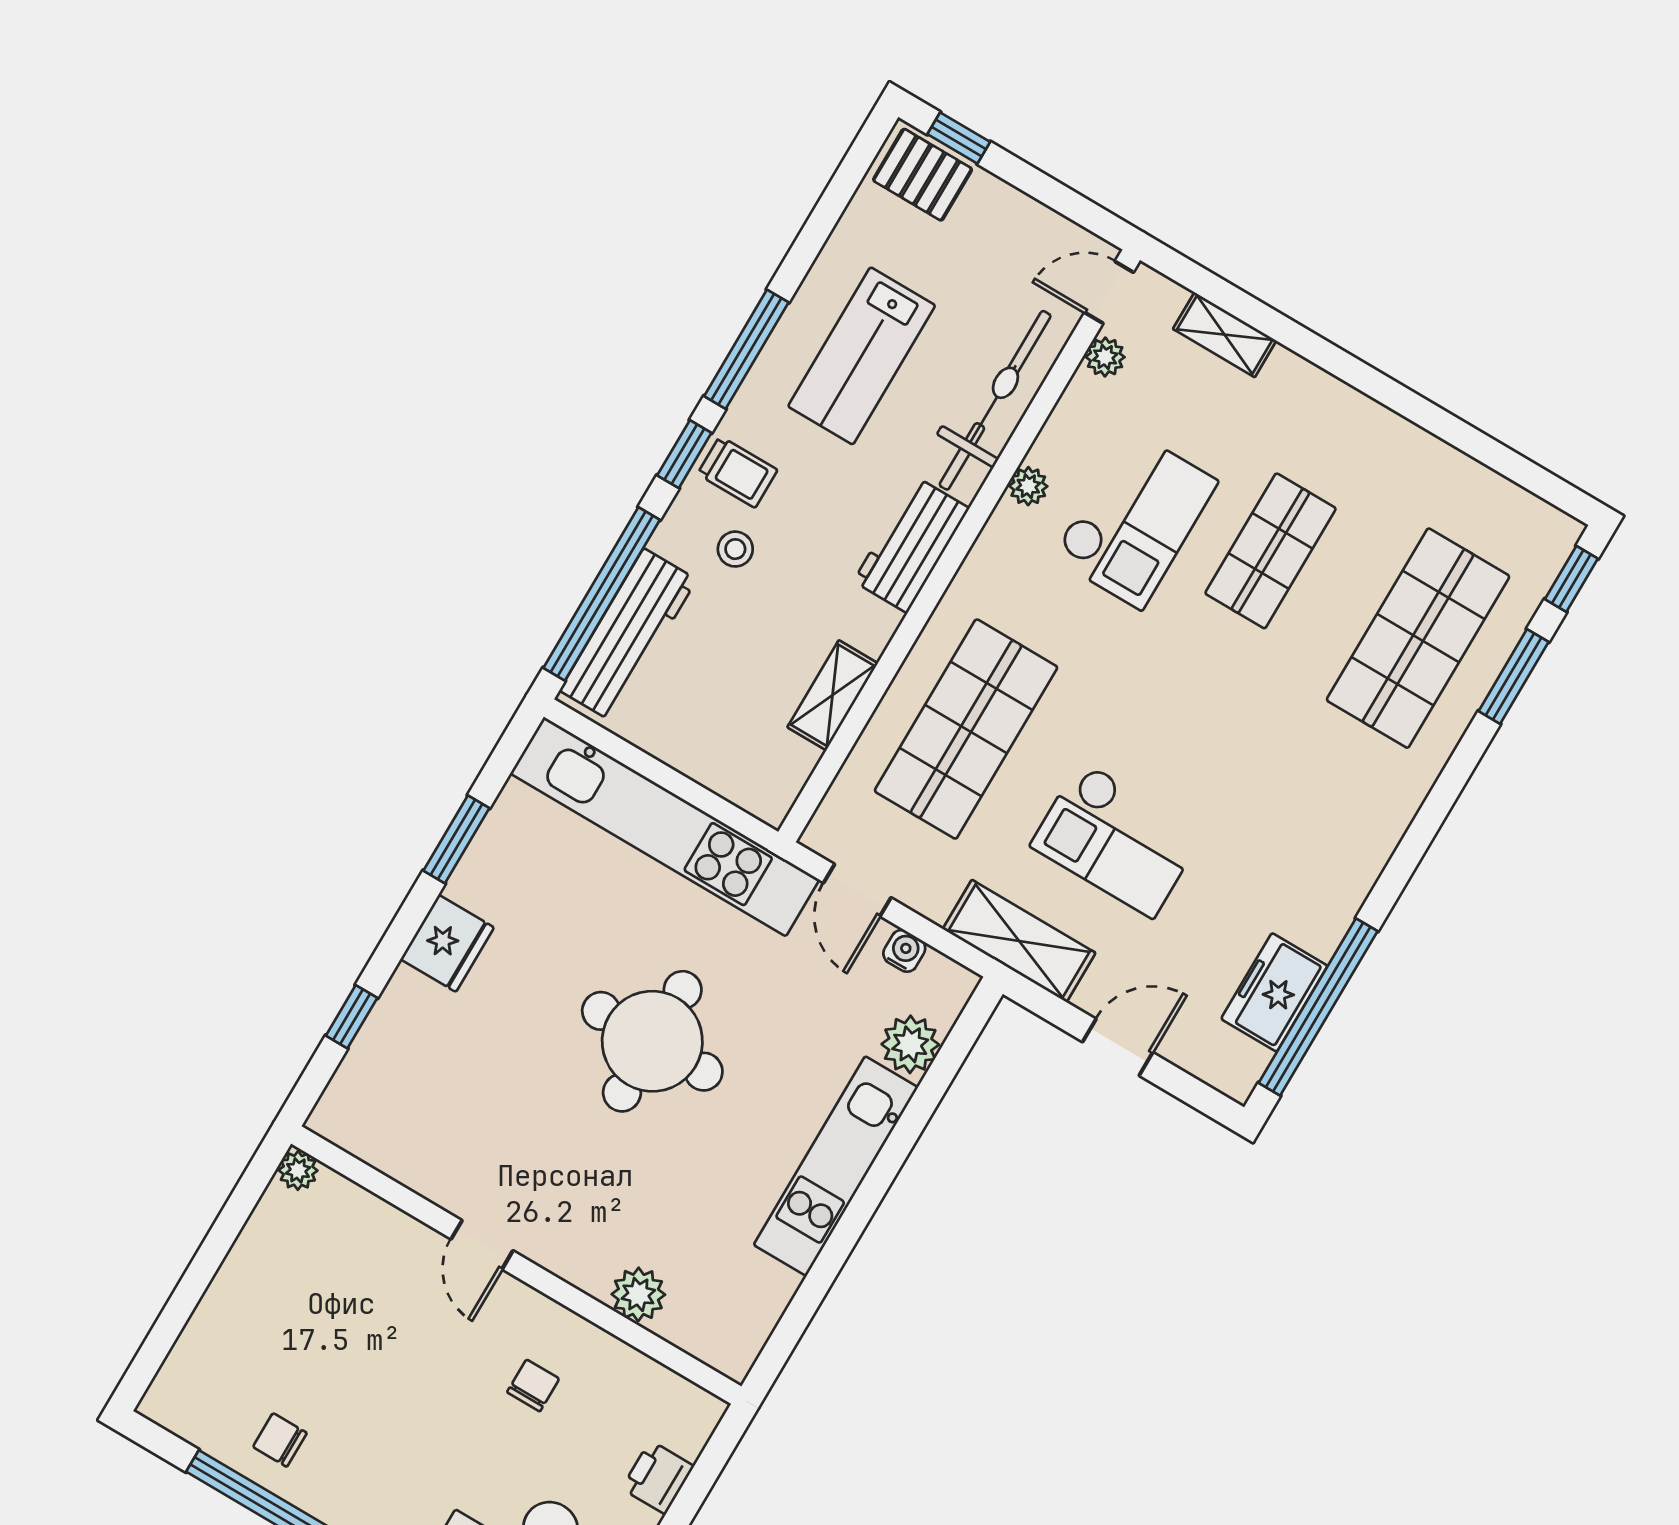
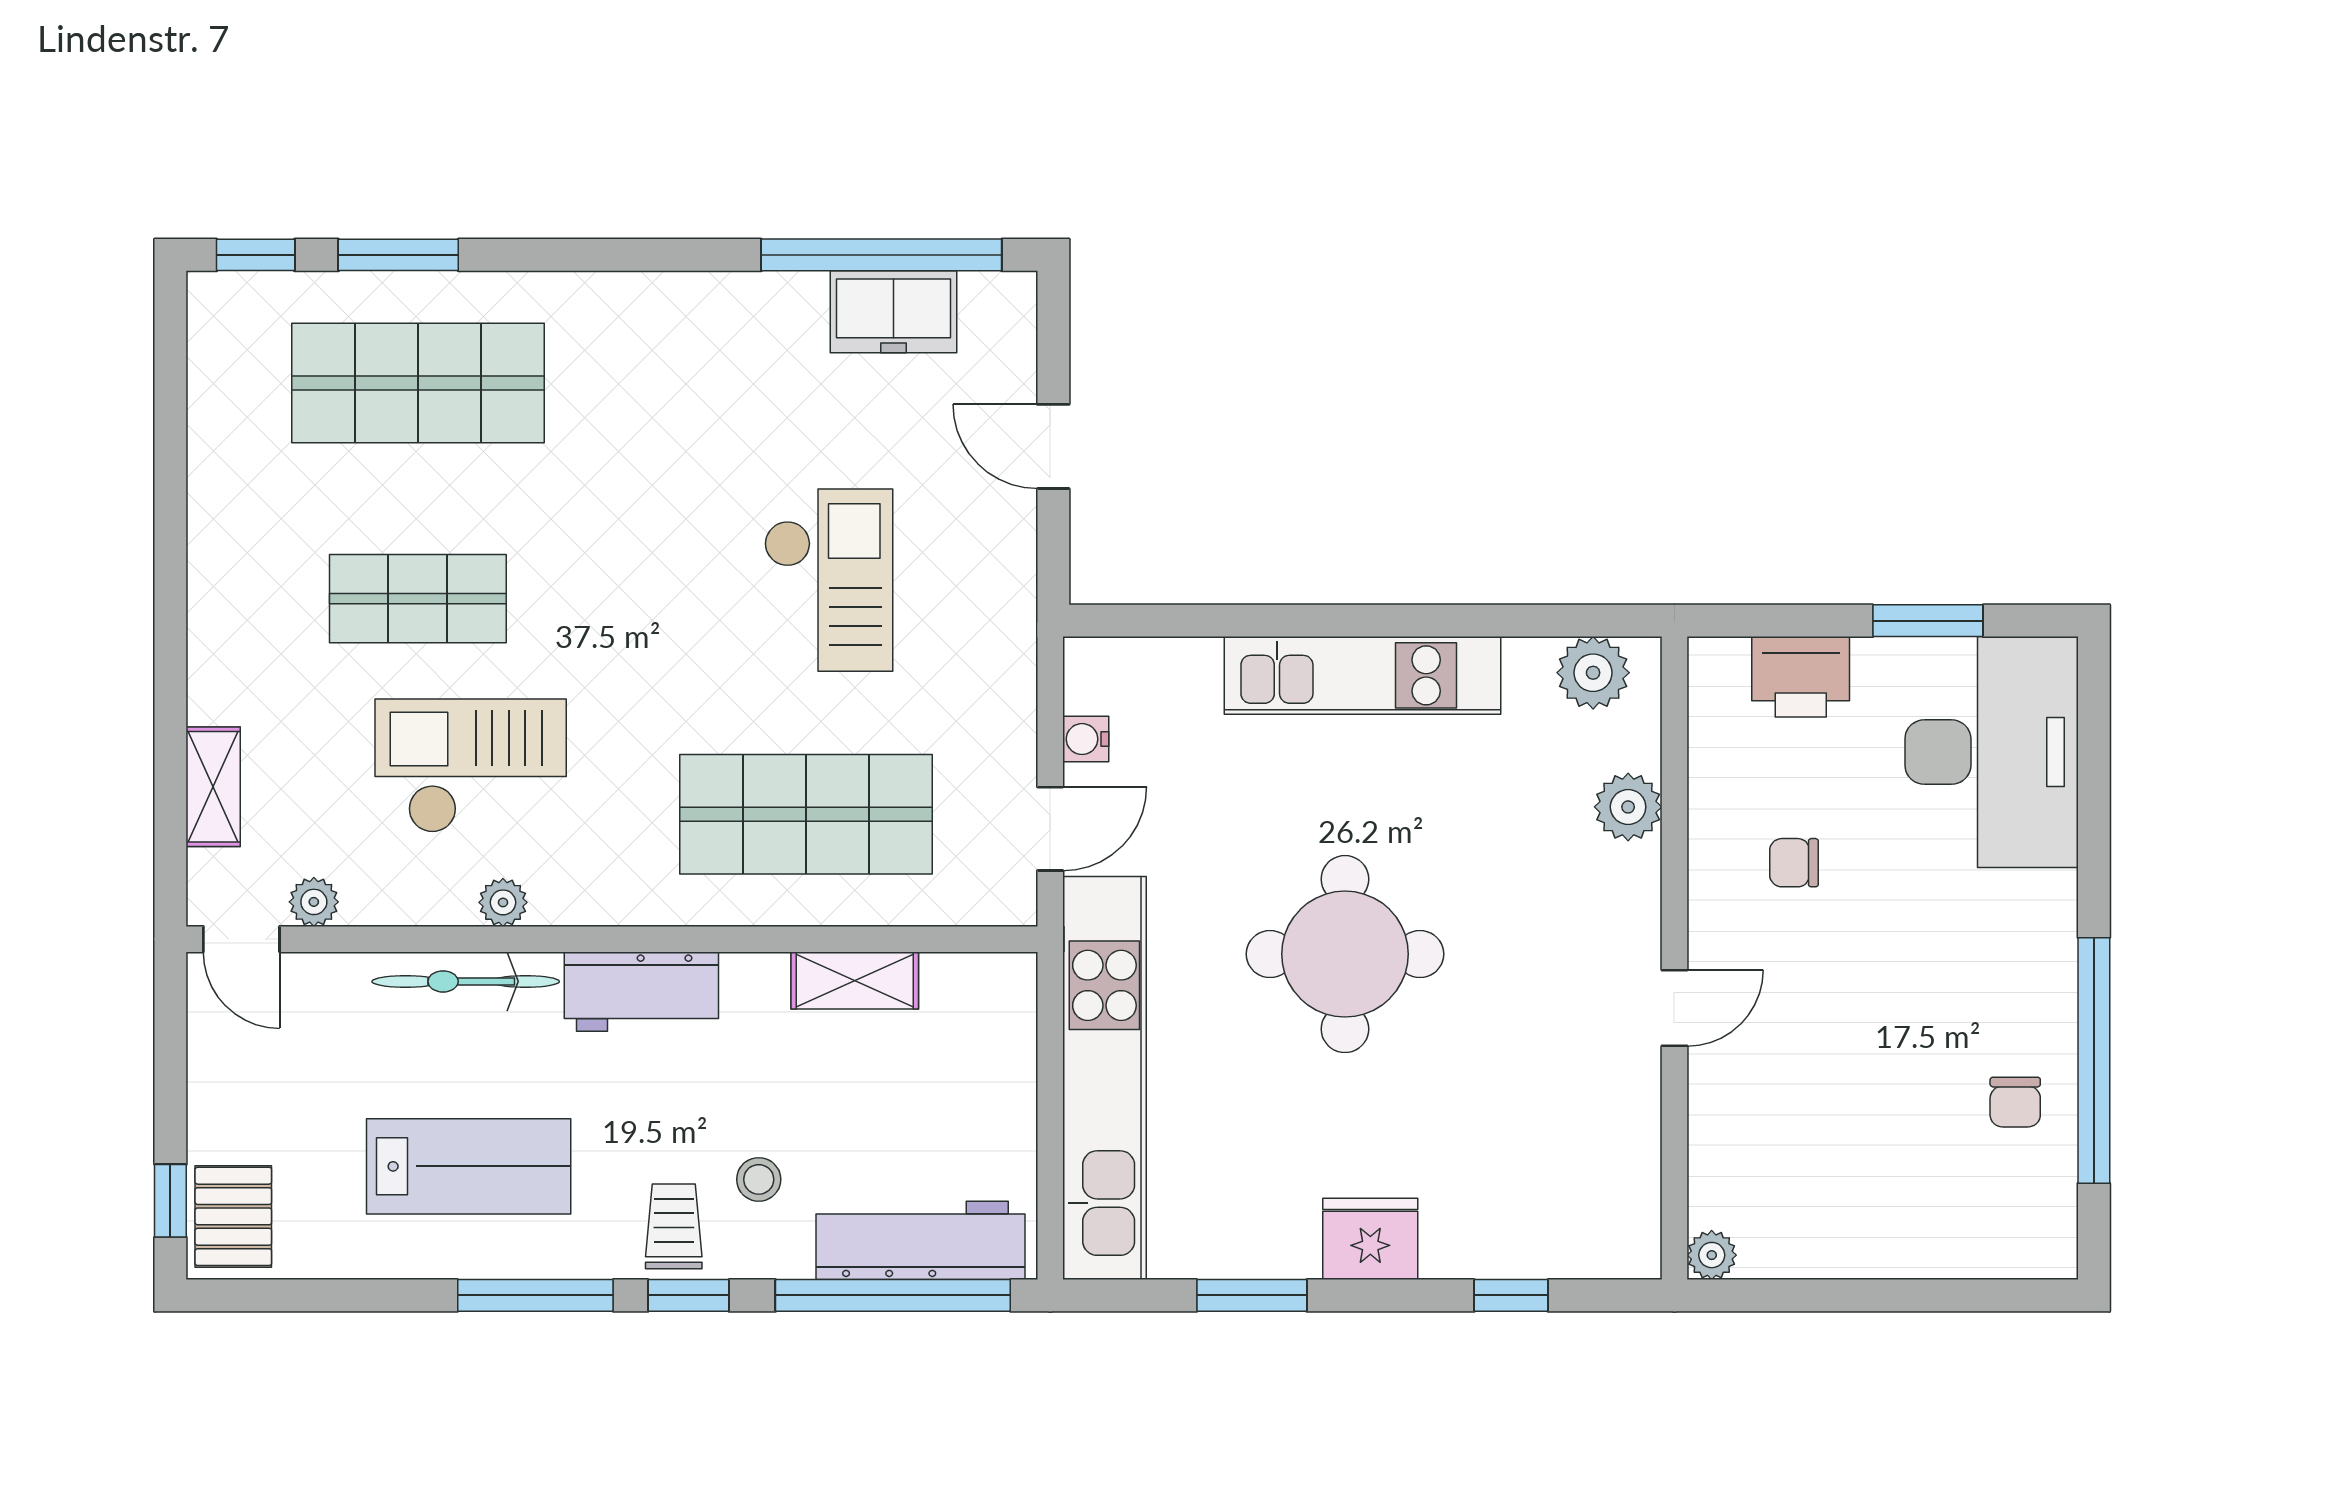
bicycle: (995, 400) -> (466, 981), width x0.73, depth x0.71
shelving: (1019, 941) -> (1001, 621), removed
plant: (910, 1044) -> (1593, 673), moved
printer: (658, 1477) -> (1801, 677), width x1.36, depth x1.24

